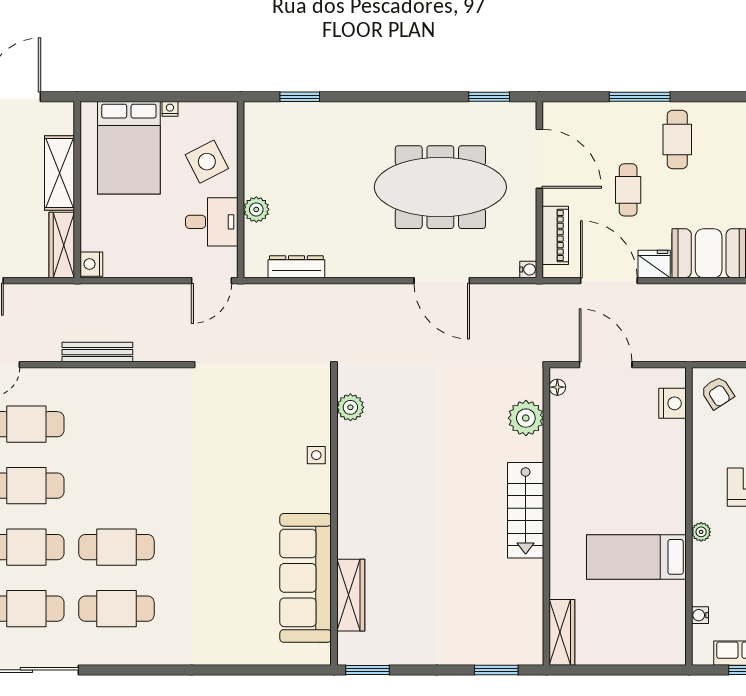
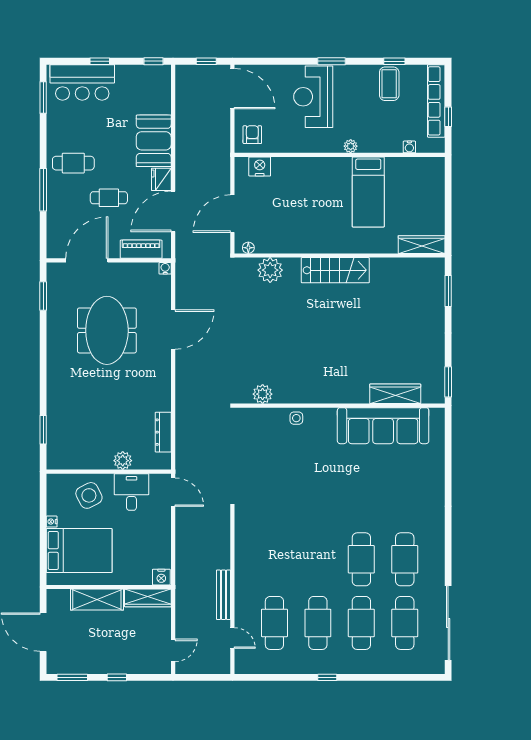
meeting table: (440, 187) -> (107, 330), width x0.73
bench: (97, 352) -> (223, 595), moved
armchair: (717, 393) -> (252, 135), turned -57

